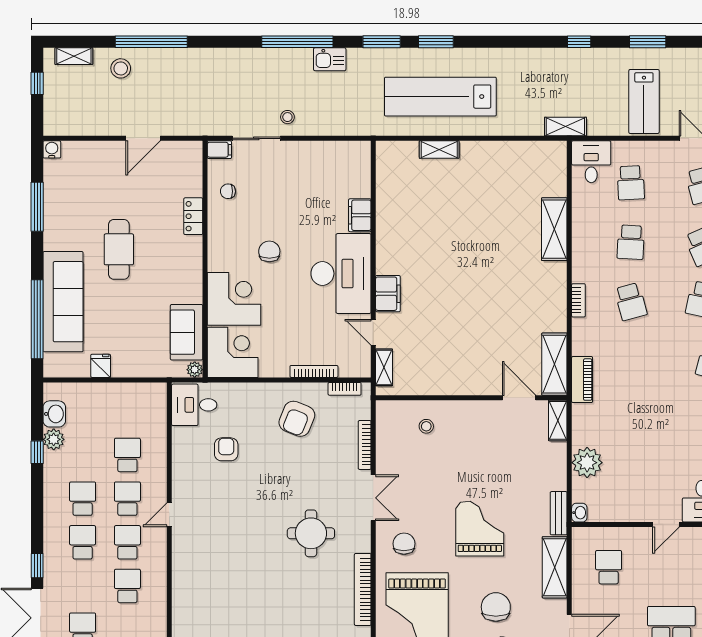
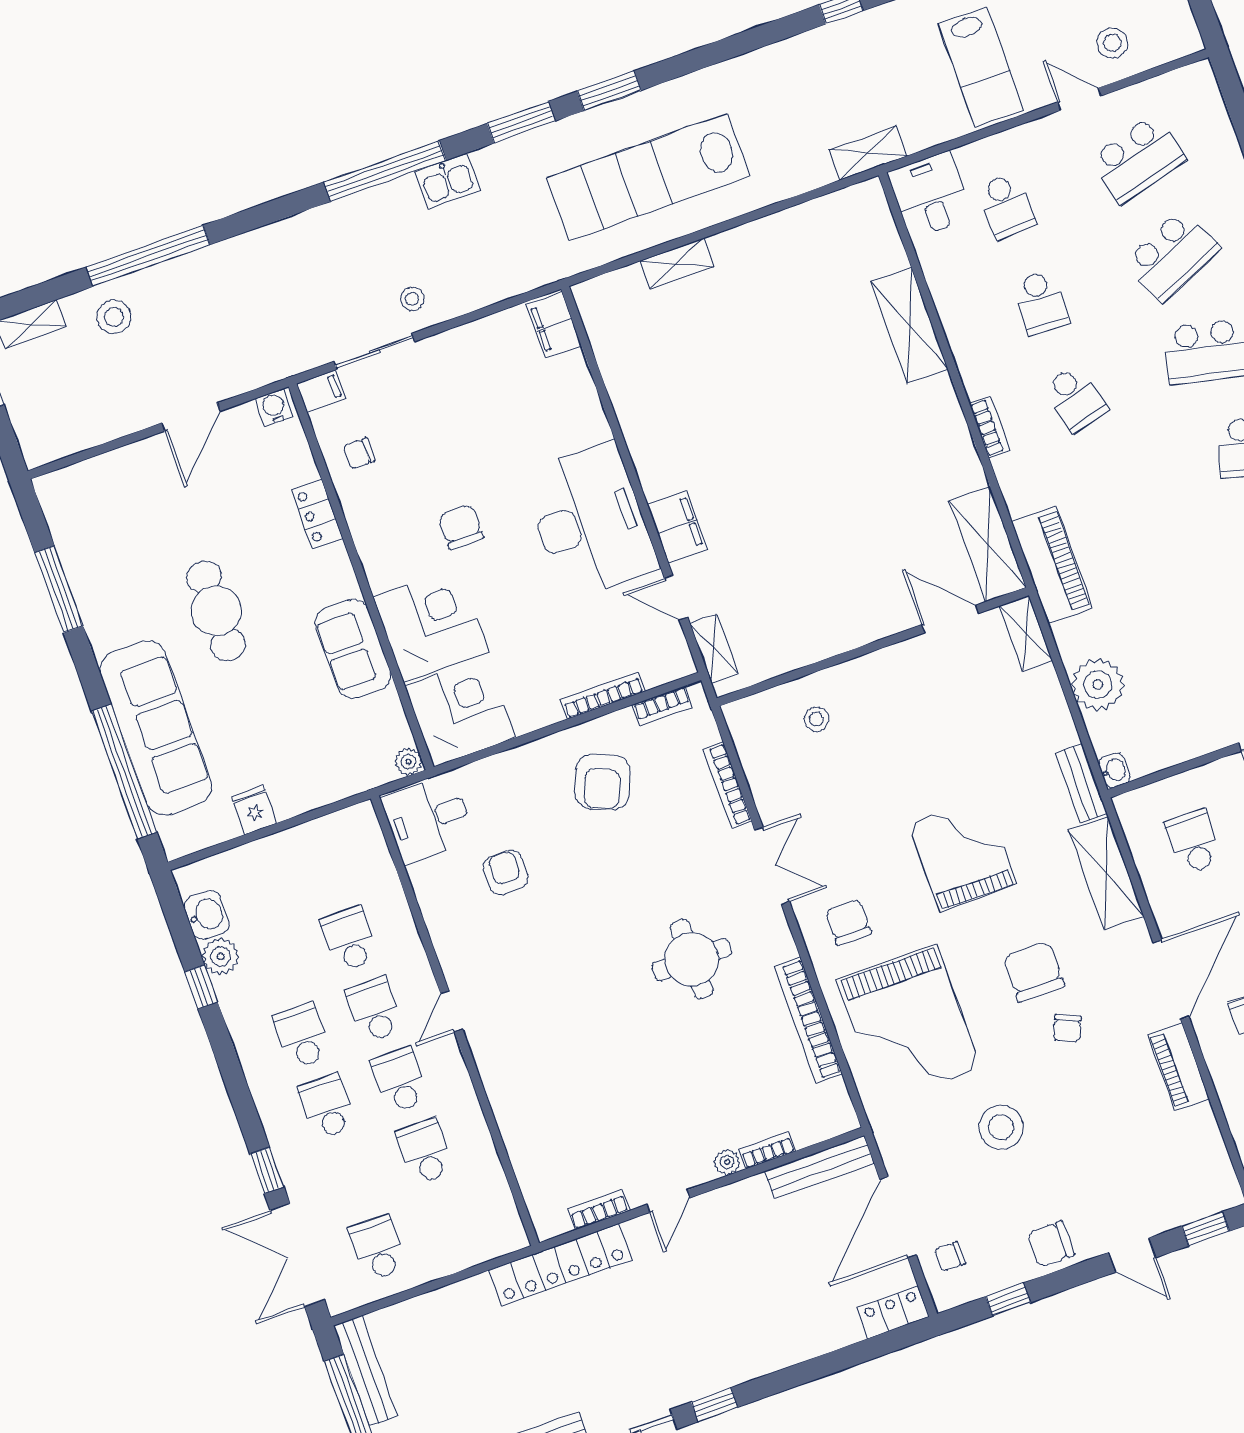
water cooler: (52, 149) -> (274, 408), moved
filing cabinet: (360, 215) -> (554, 325), moved
sofa: (187, 332) -> (353, 649), moved
piano: (582, 380) -> (1052, 565), width x1.37, depth x1.33

